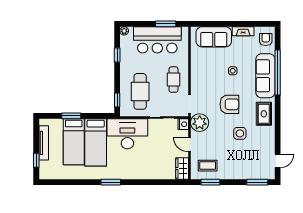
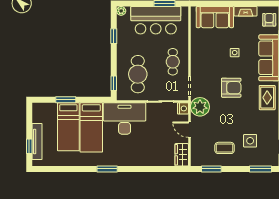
side table: (240, 133) -> (250, 141), moved
tv unit: (44, 143) -> (37, 142), moved
coffee table: (208, 166) -> (225, 148), moved

